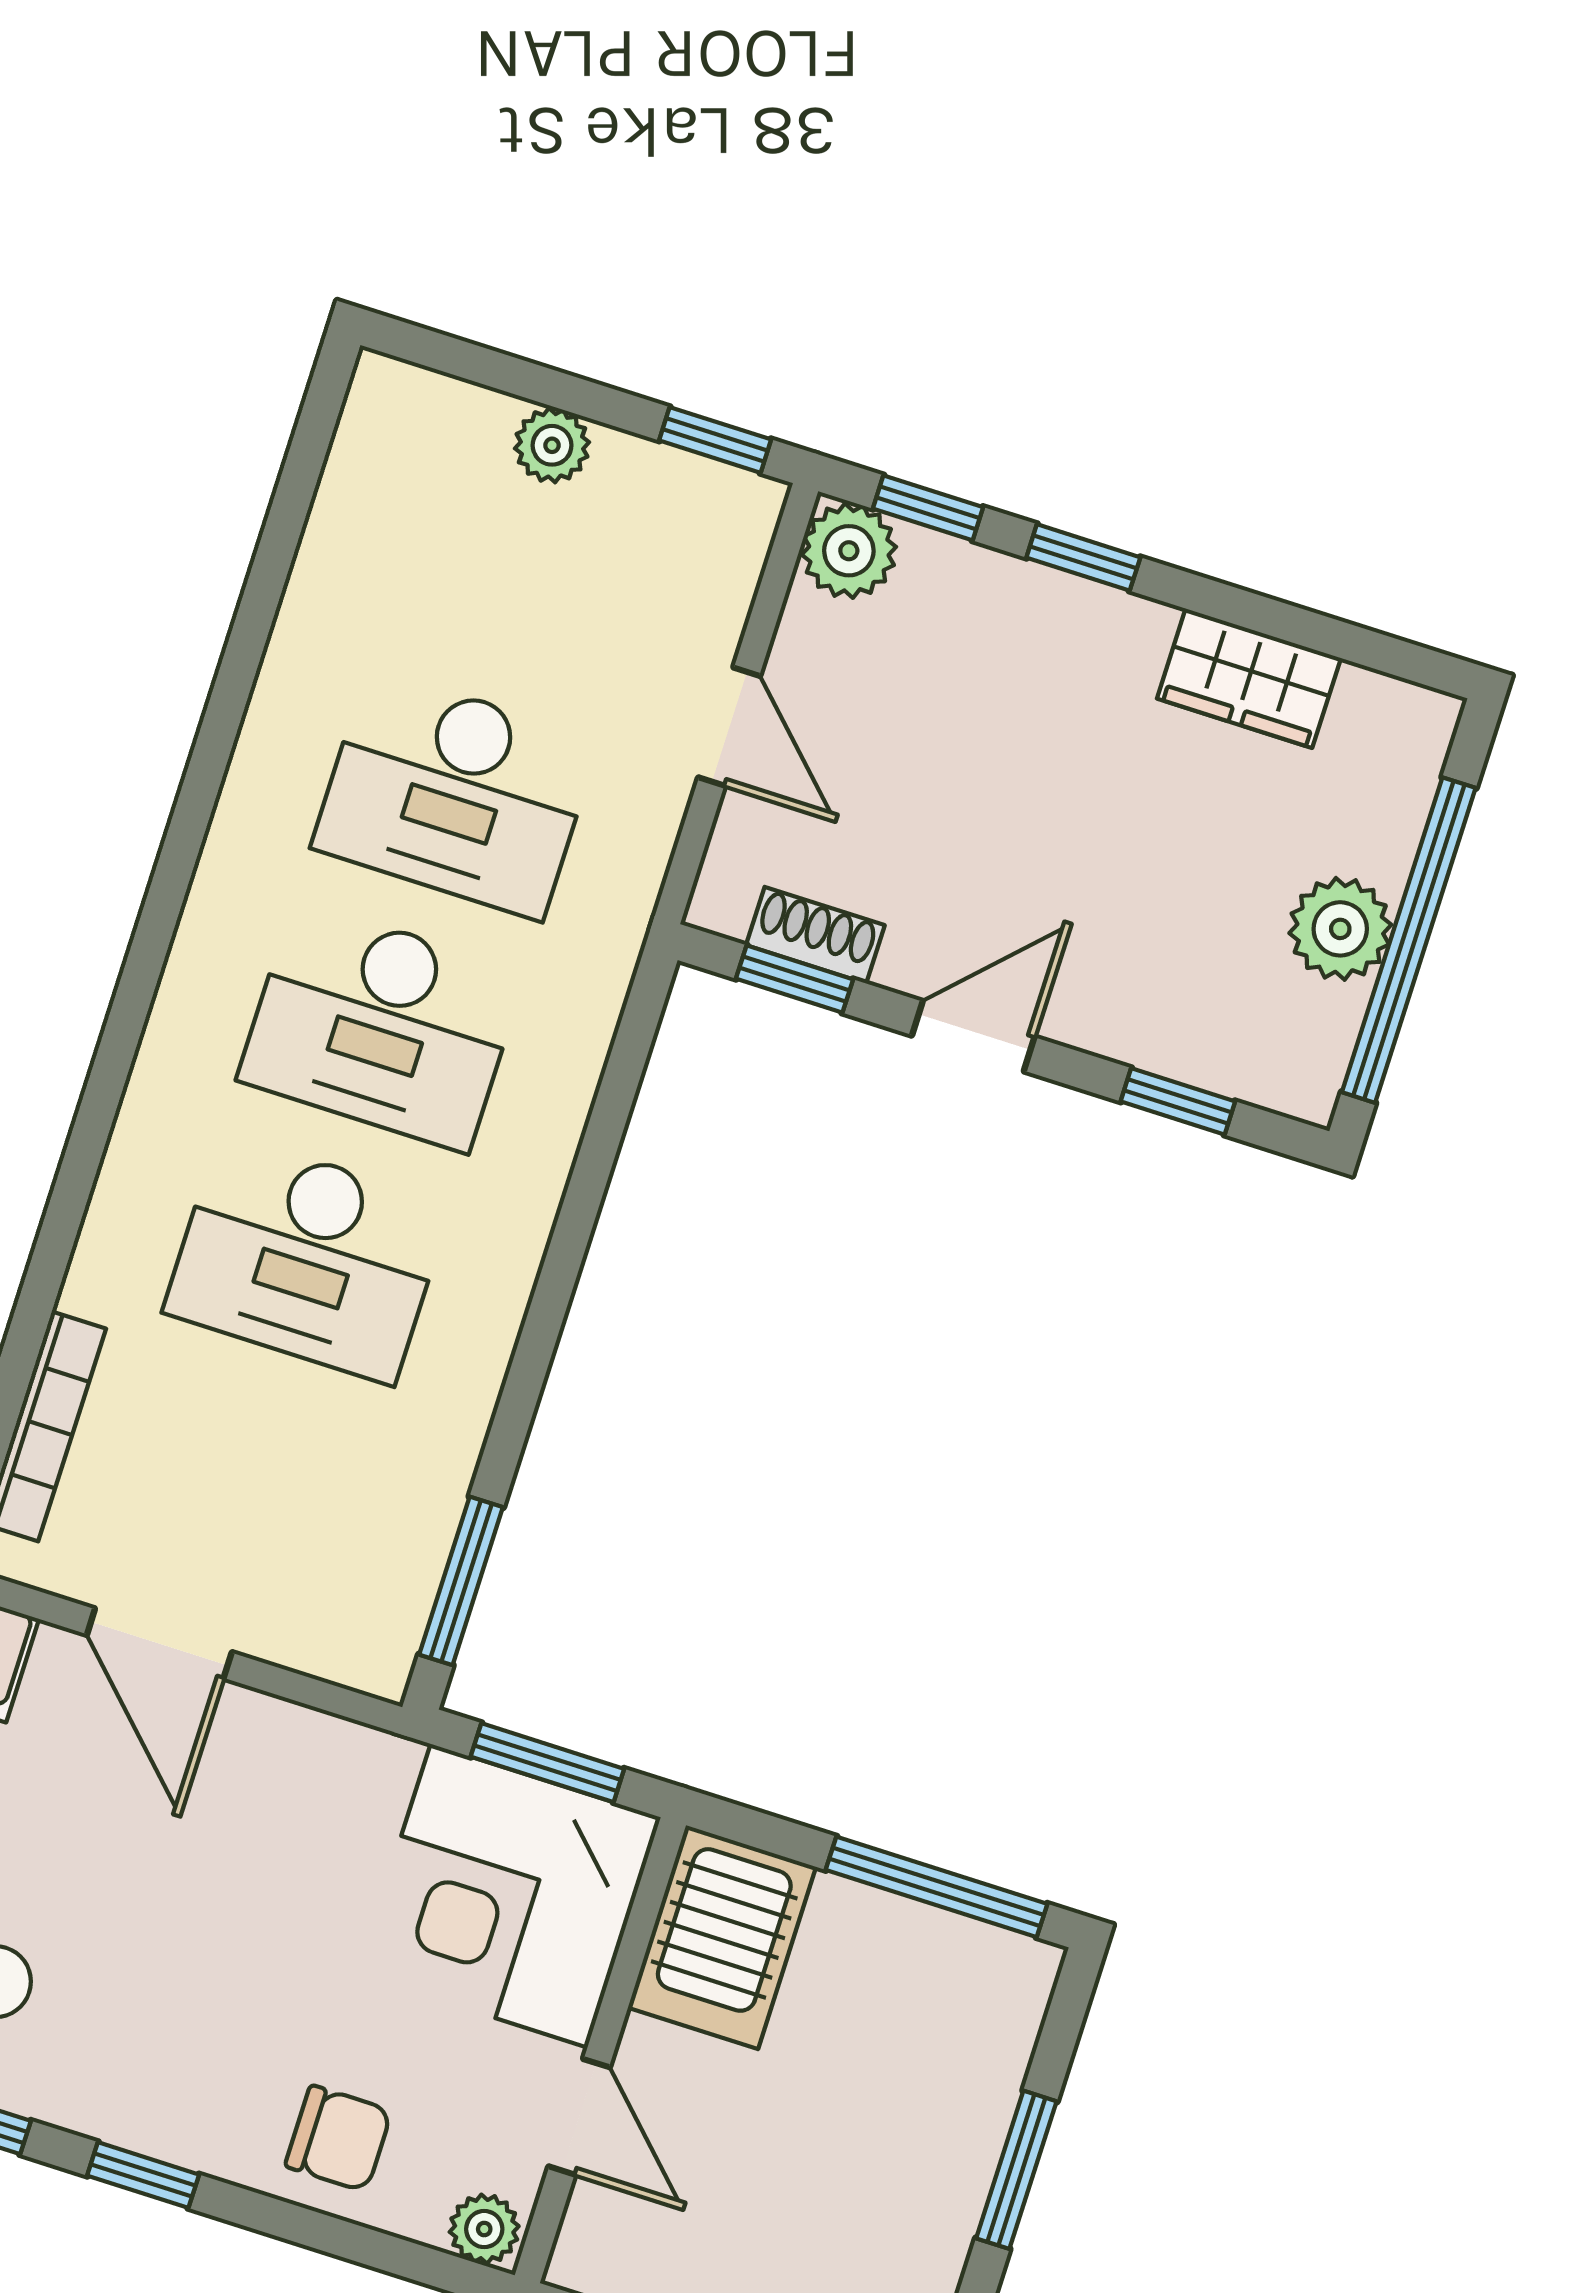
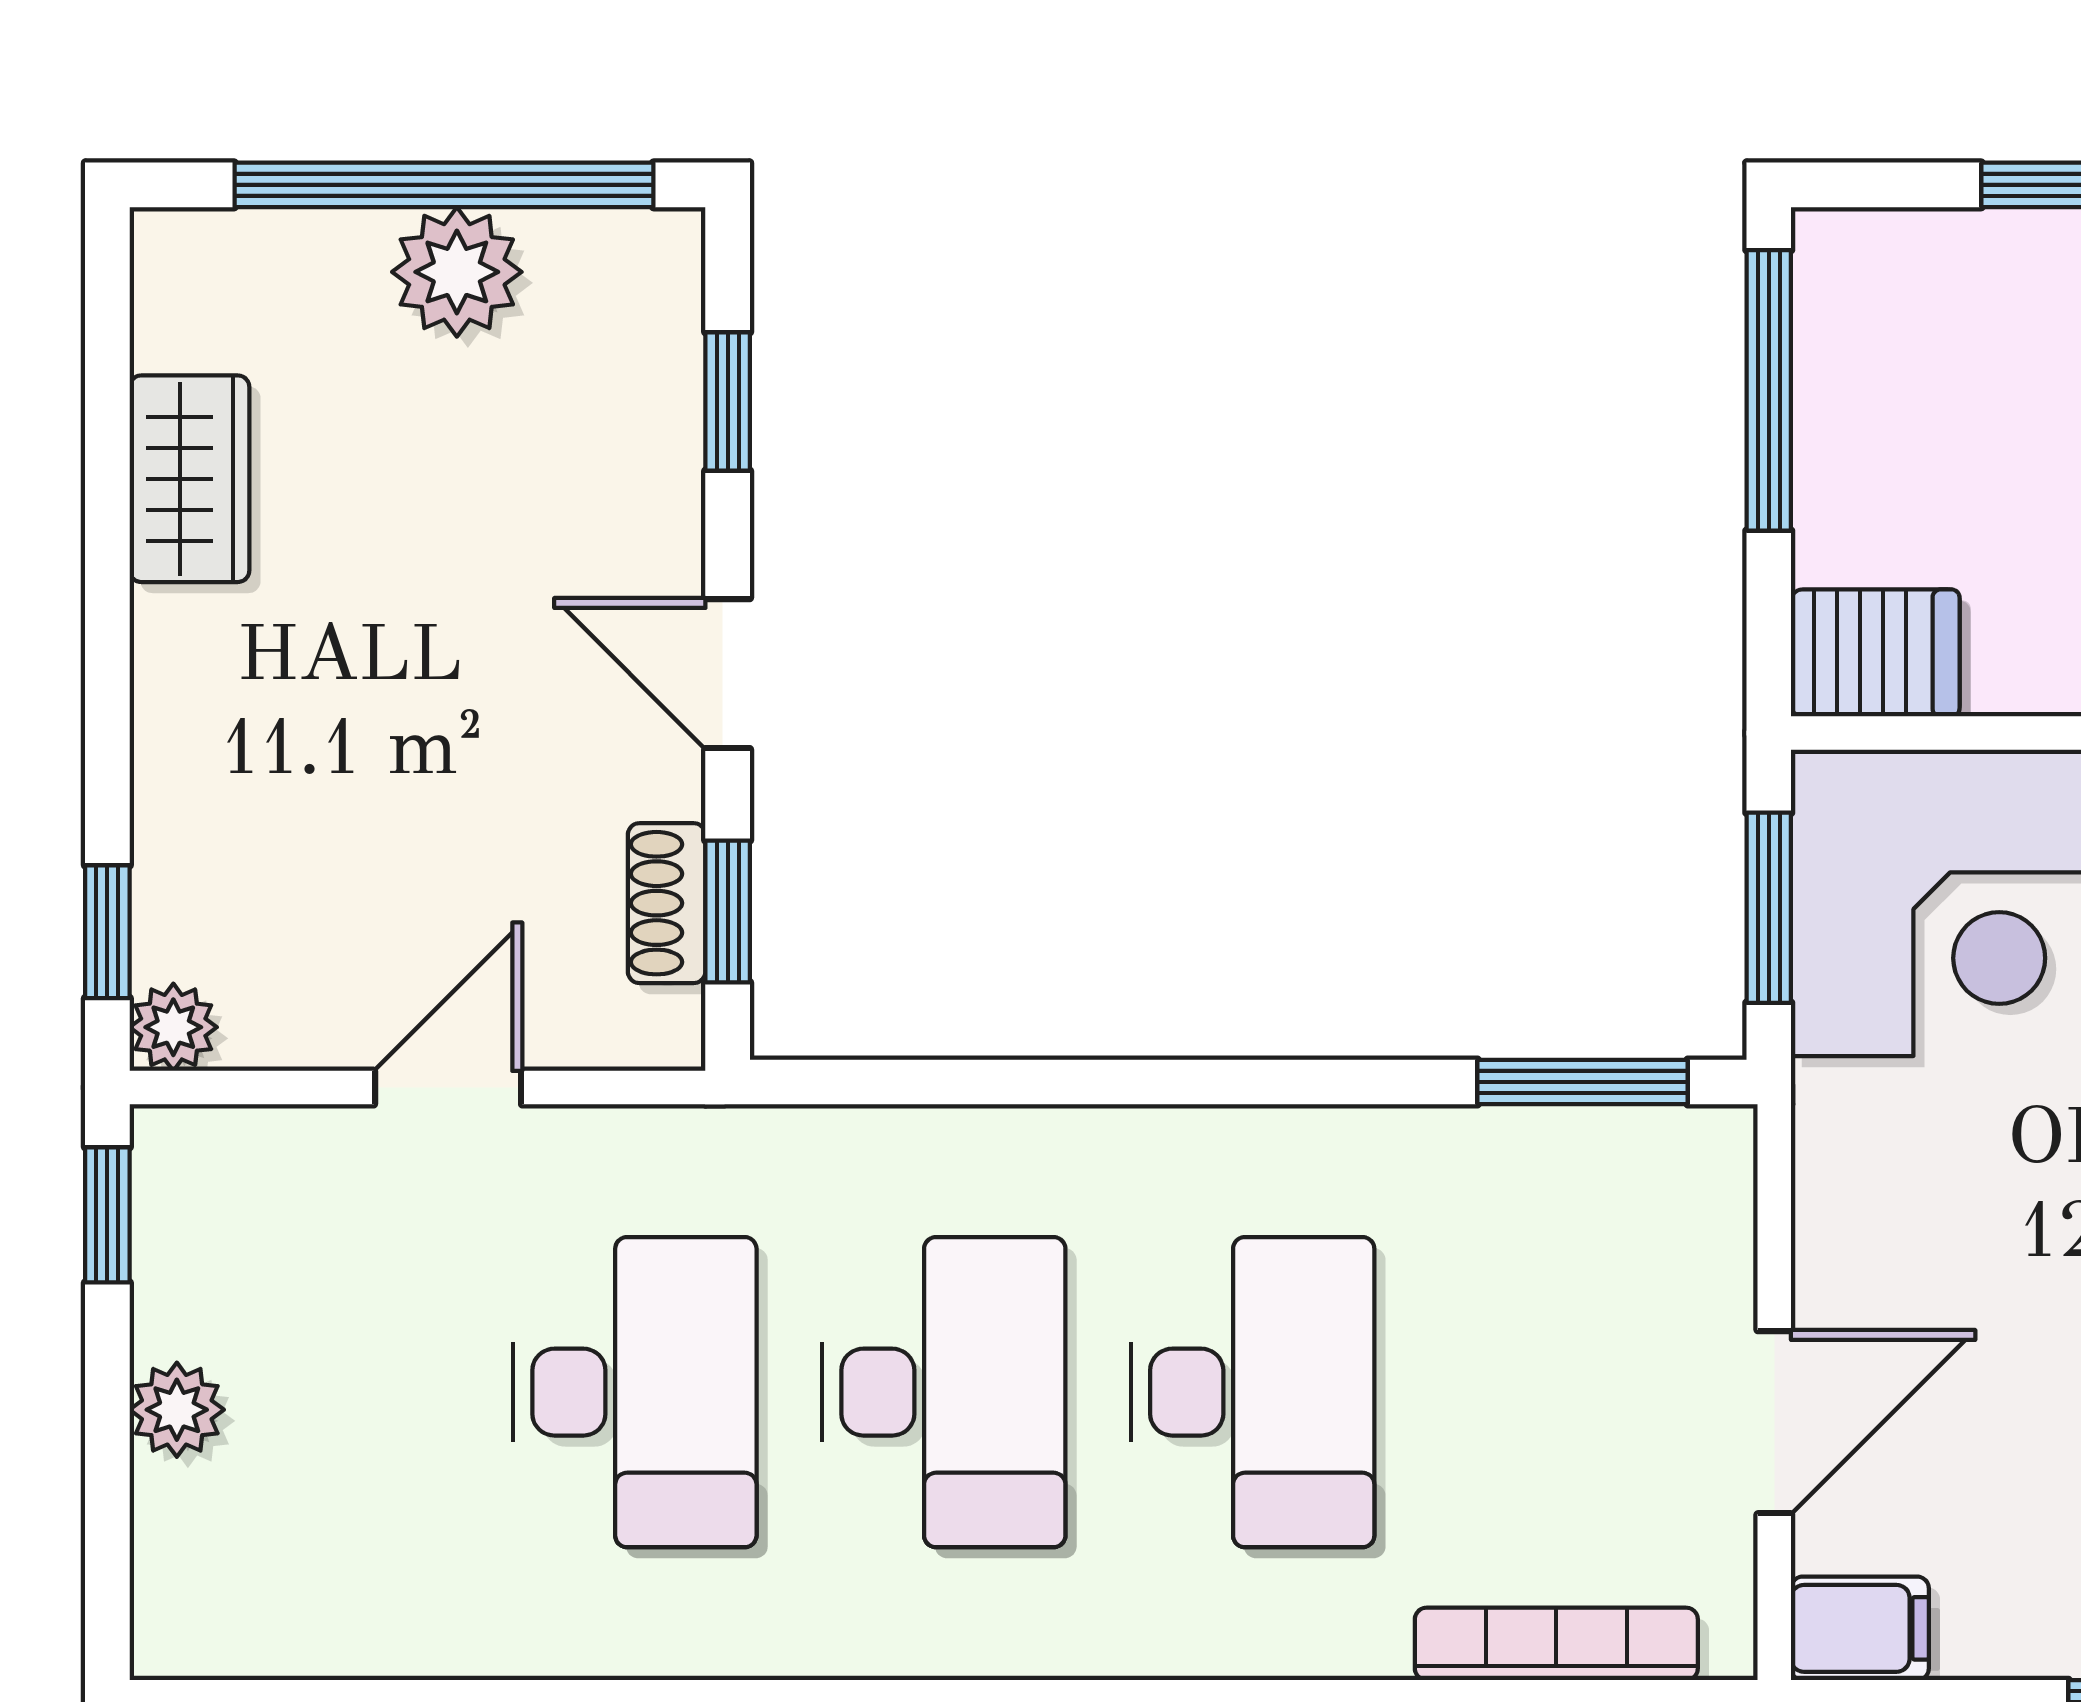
plant: (849, 551) -> (173, 1027), width x0.73, depth x0.73
window: (1083, 557) -> (107, 725), removed
server rack: (722, 1937) -> (1875, 653), width x0.73, depth x0.70

